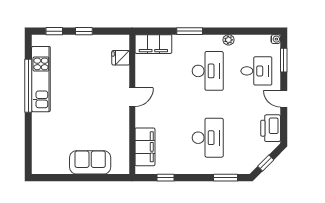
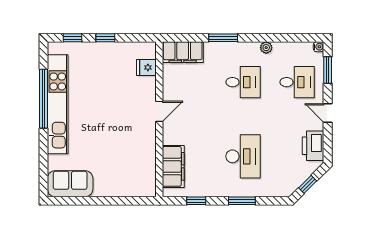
desk: (208, 71) -> (243, 82), width x0.73
kitchen unit: (41, 79) -> (58, 104), width x1.36
sofa: (90, 162) -> (70, 184), moved
window: (225, 178) -> (242, 201), moved

